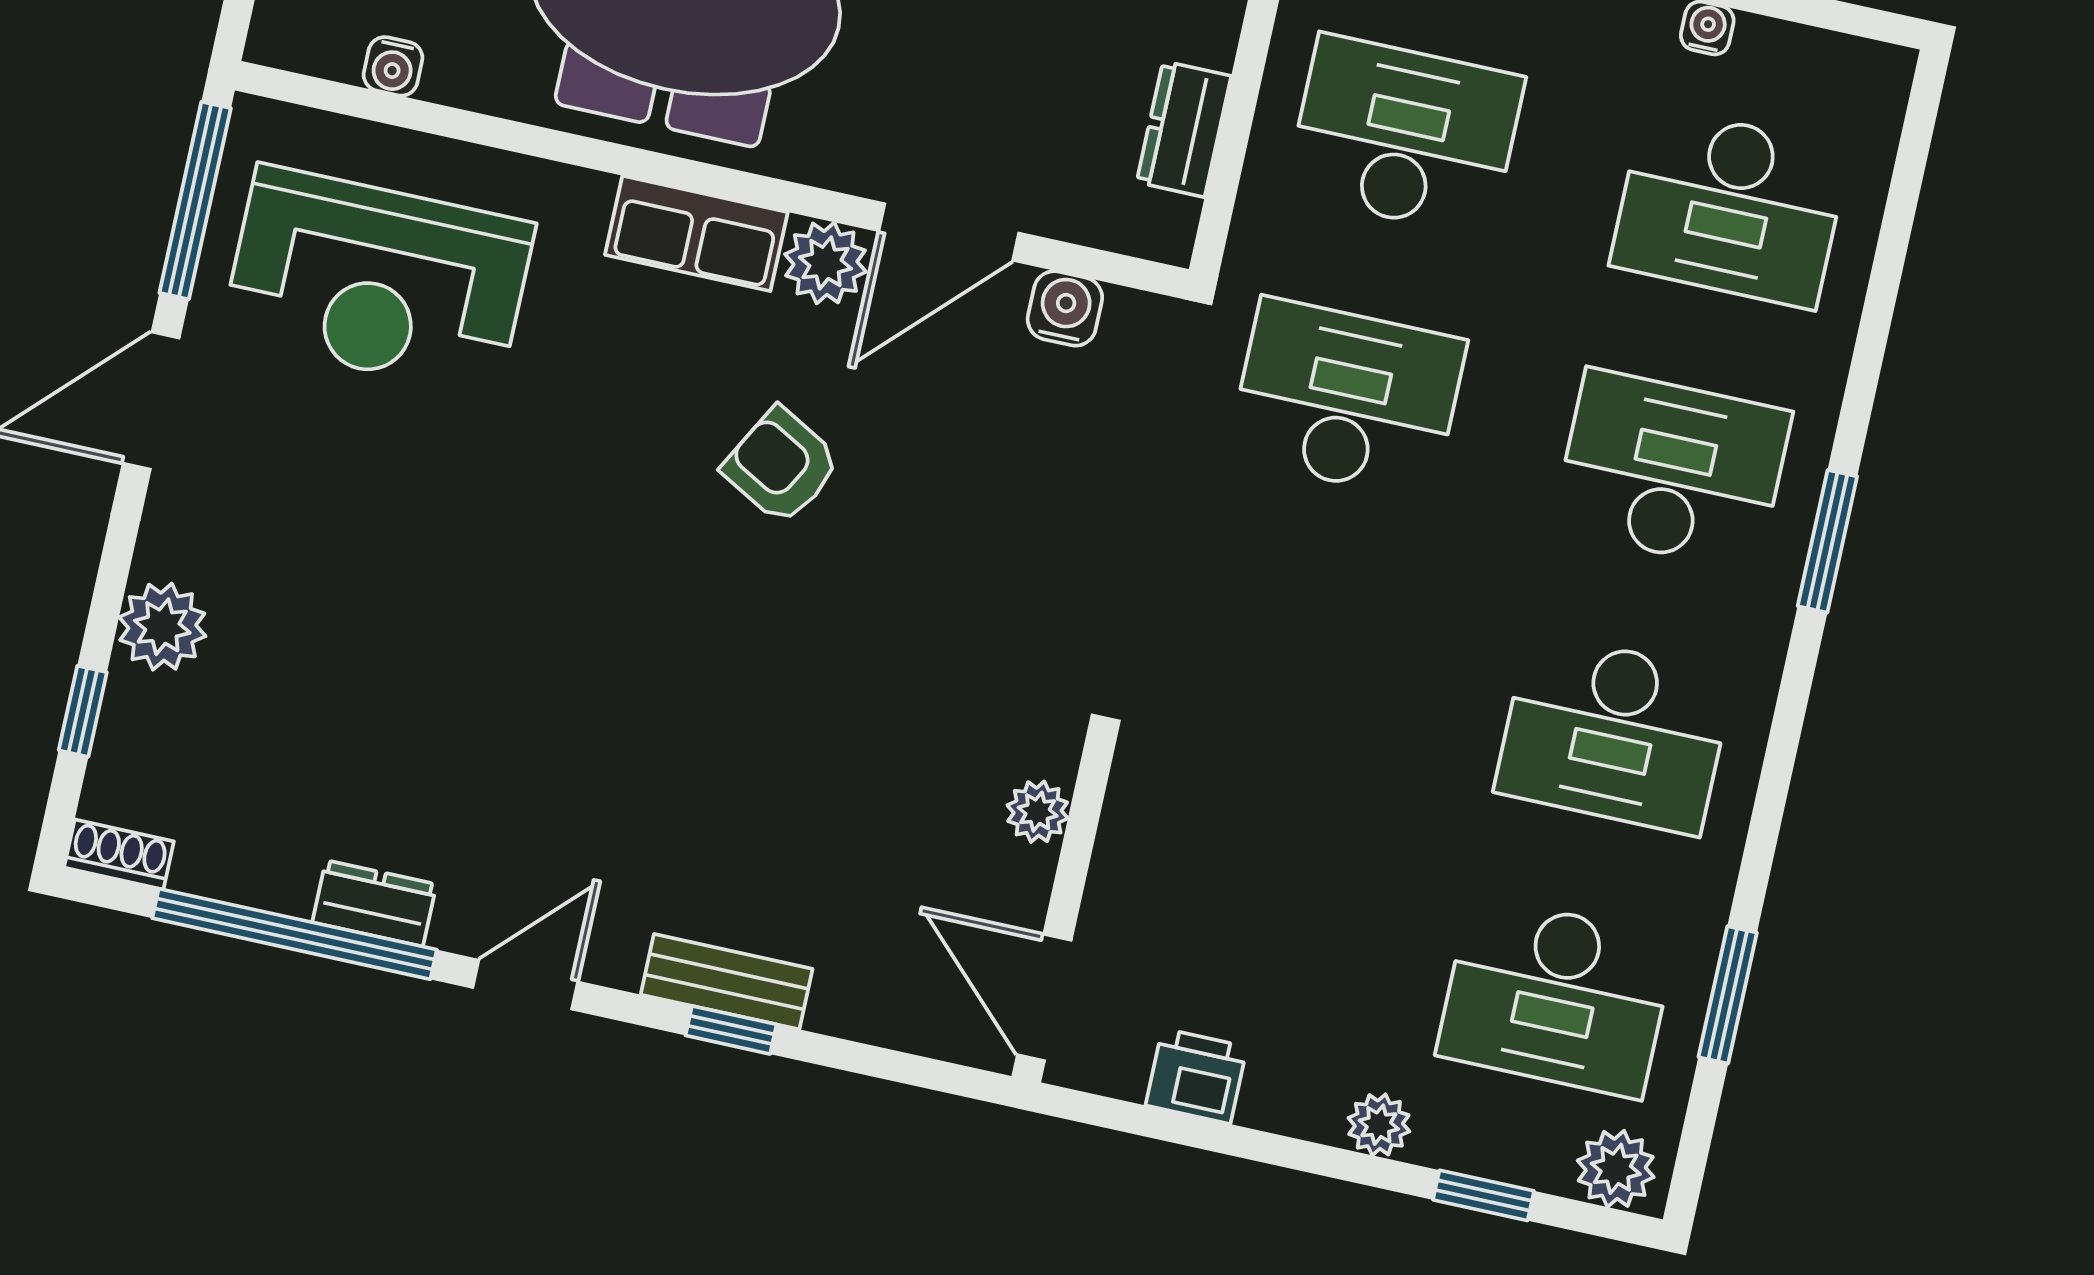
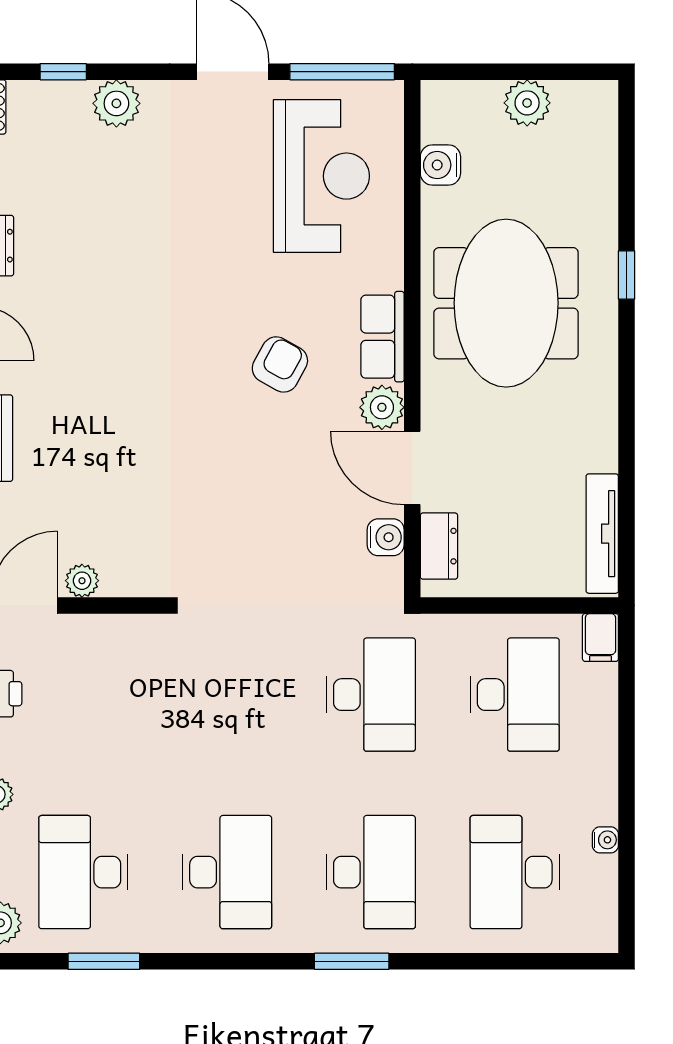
water cooler: (393, 66) -> (440, 165), width x1.38, depth x1.38
dresser: (1184, 129) -> (439, 546), moved, turned 90
reception desk: (378, 281) -> (321, 176), turned 180
armchair: (781, 466) -> (280, 364), moved
desk: (1614, 733) -> (227, 872), turned 180
plant: (1038, 812) -> (82, 581), moved

